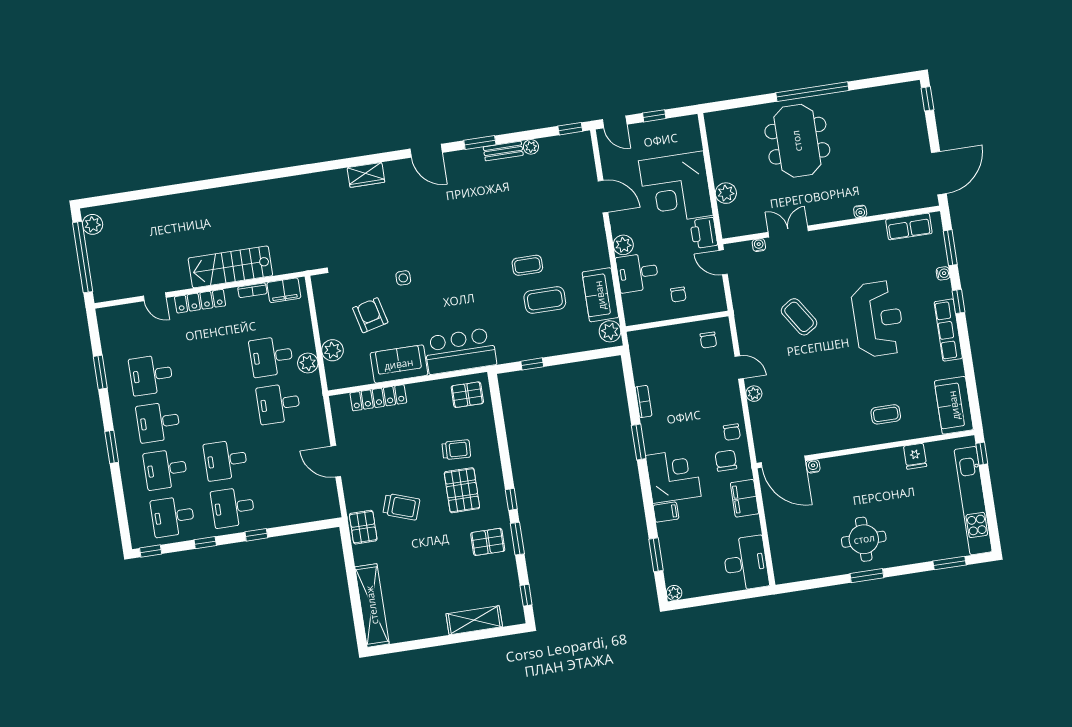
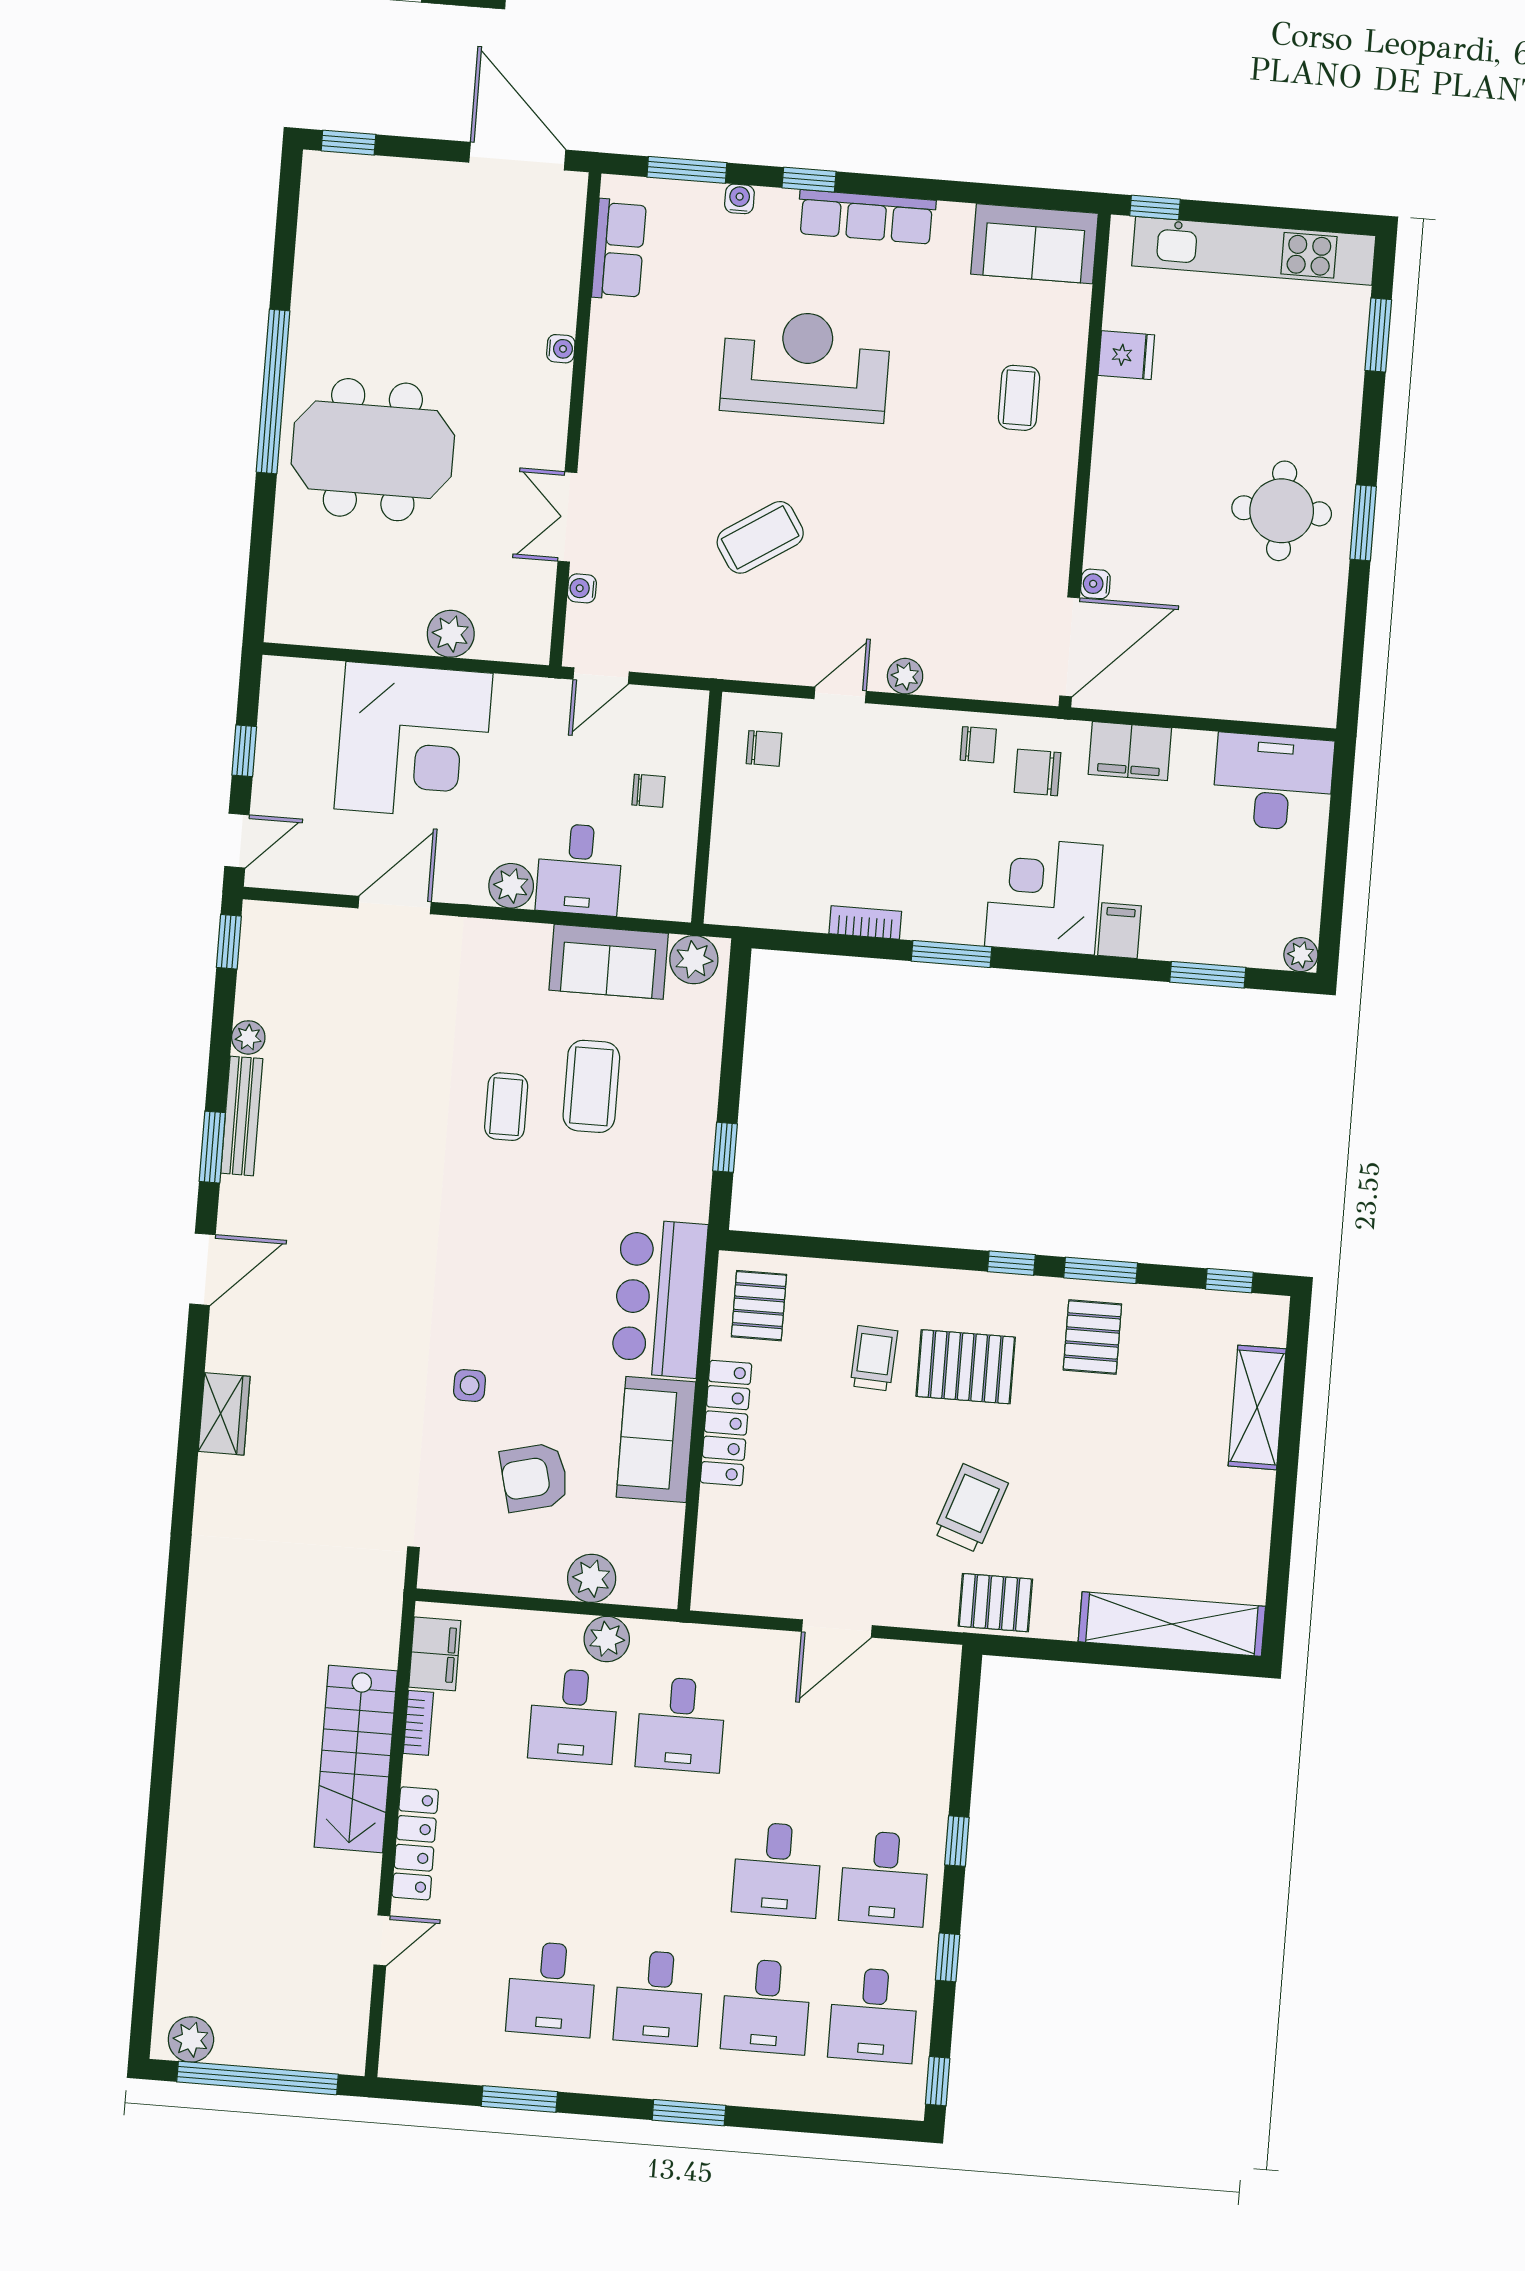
bench: (503, 151) -> (242, 1116), width x1.36
printer: (704, 233) -> (527, 703), removed
locker: (378, 398) -> (726, 1423), moved

